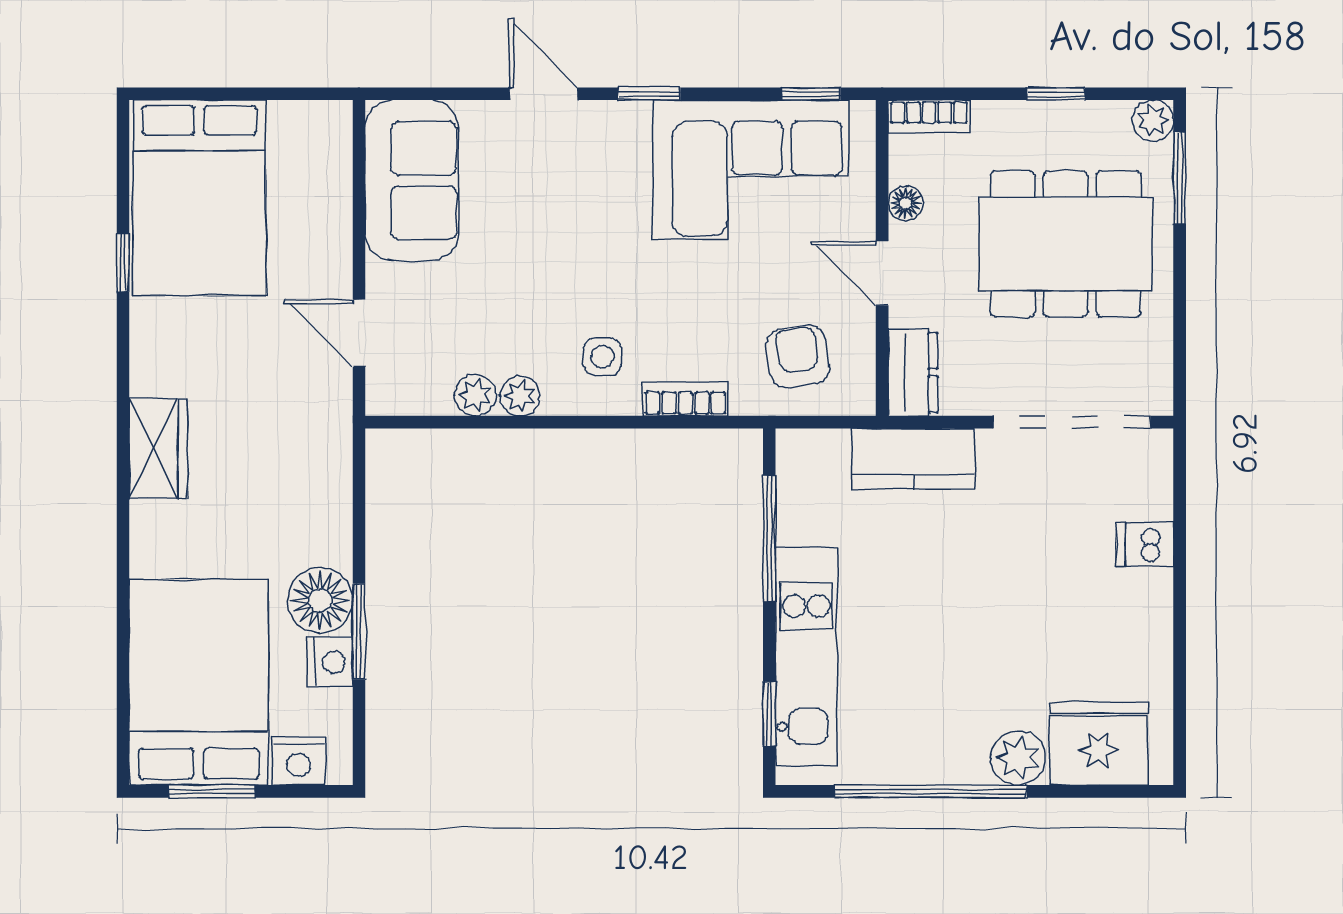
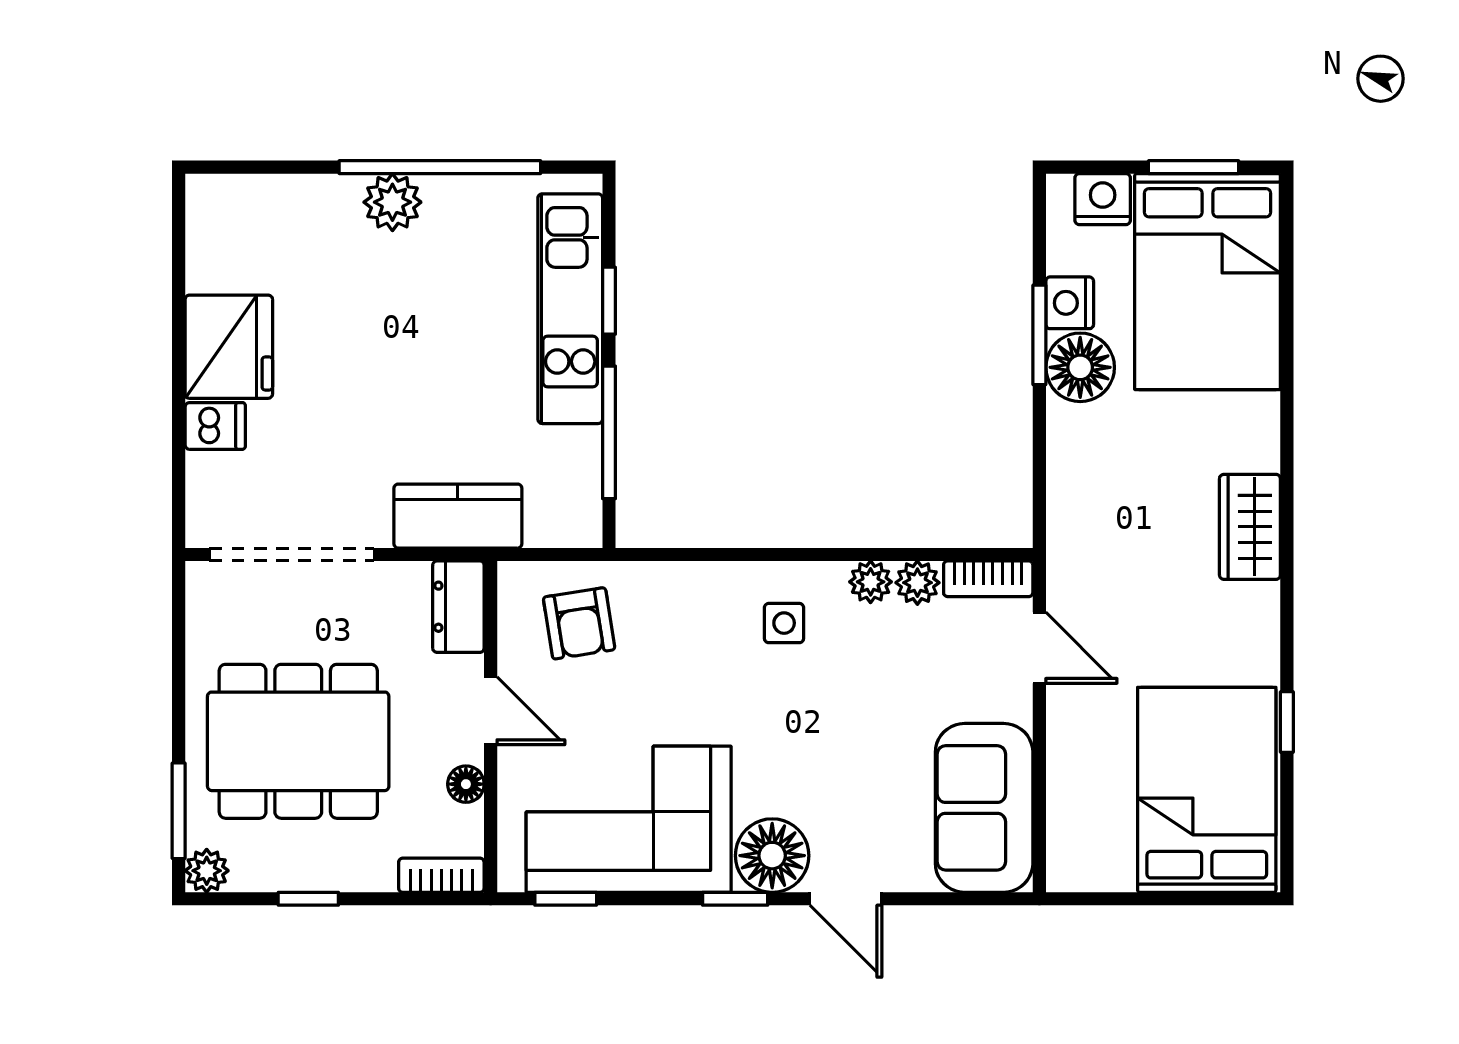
floor lamp: (614, 135) -> (772, 856), added
bookcase: (685, 399) -> (988, 579), moved
window: (769, 714) -> (609, 301), moved
fridge: (1099, 744) -> (229, 347), moved, turned -90
plant: (1018, 758) -> (392, 202), moved

